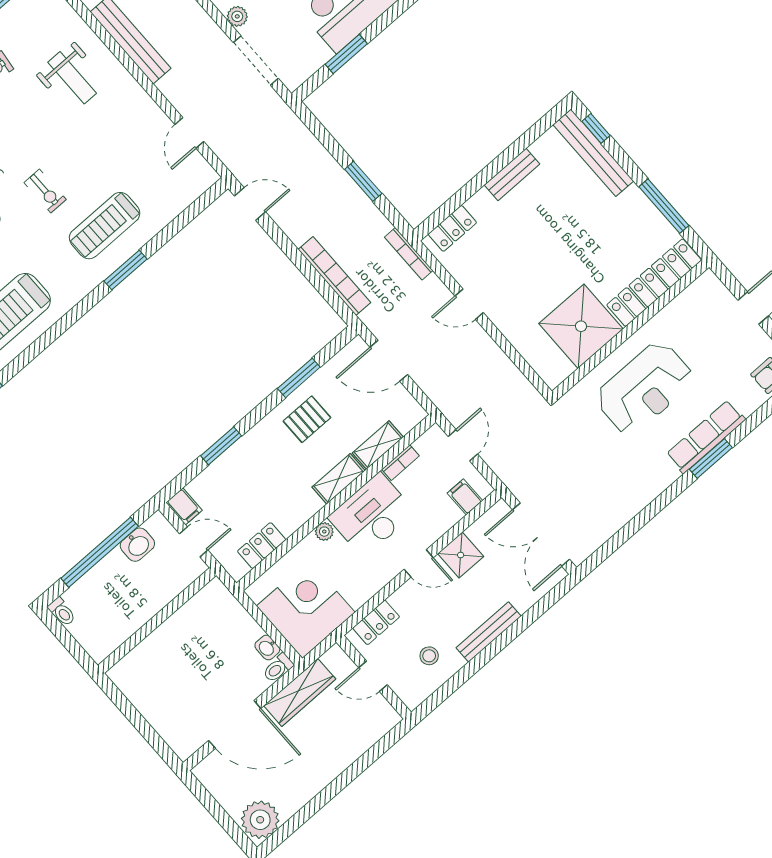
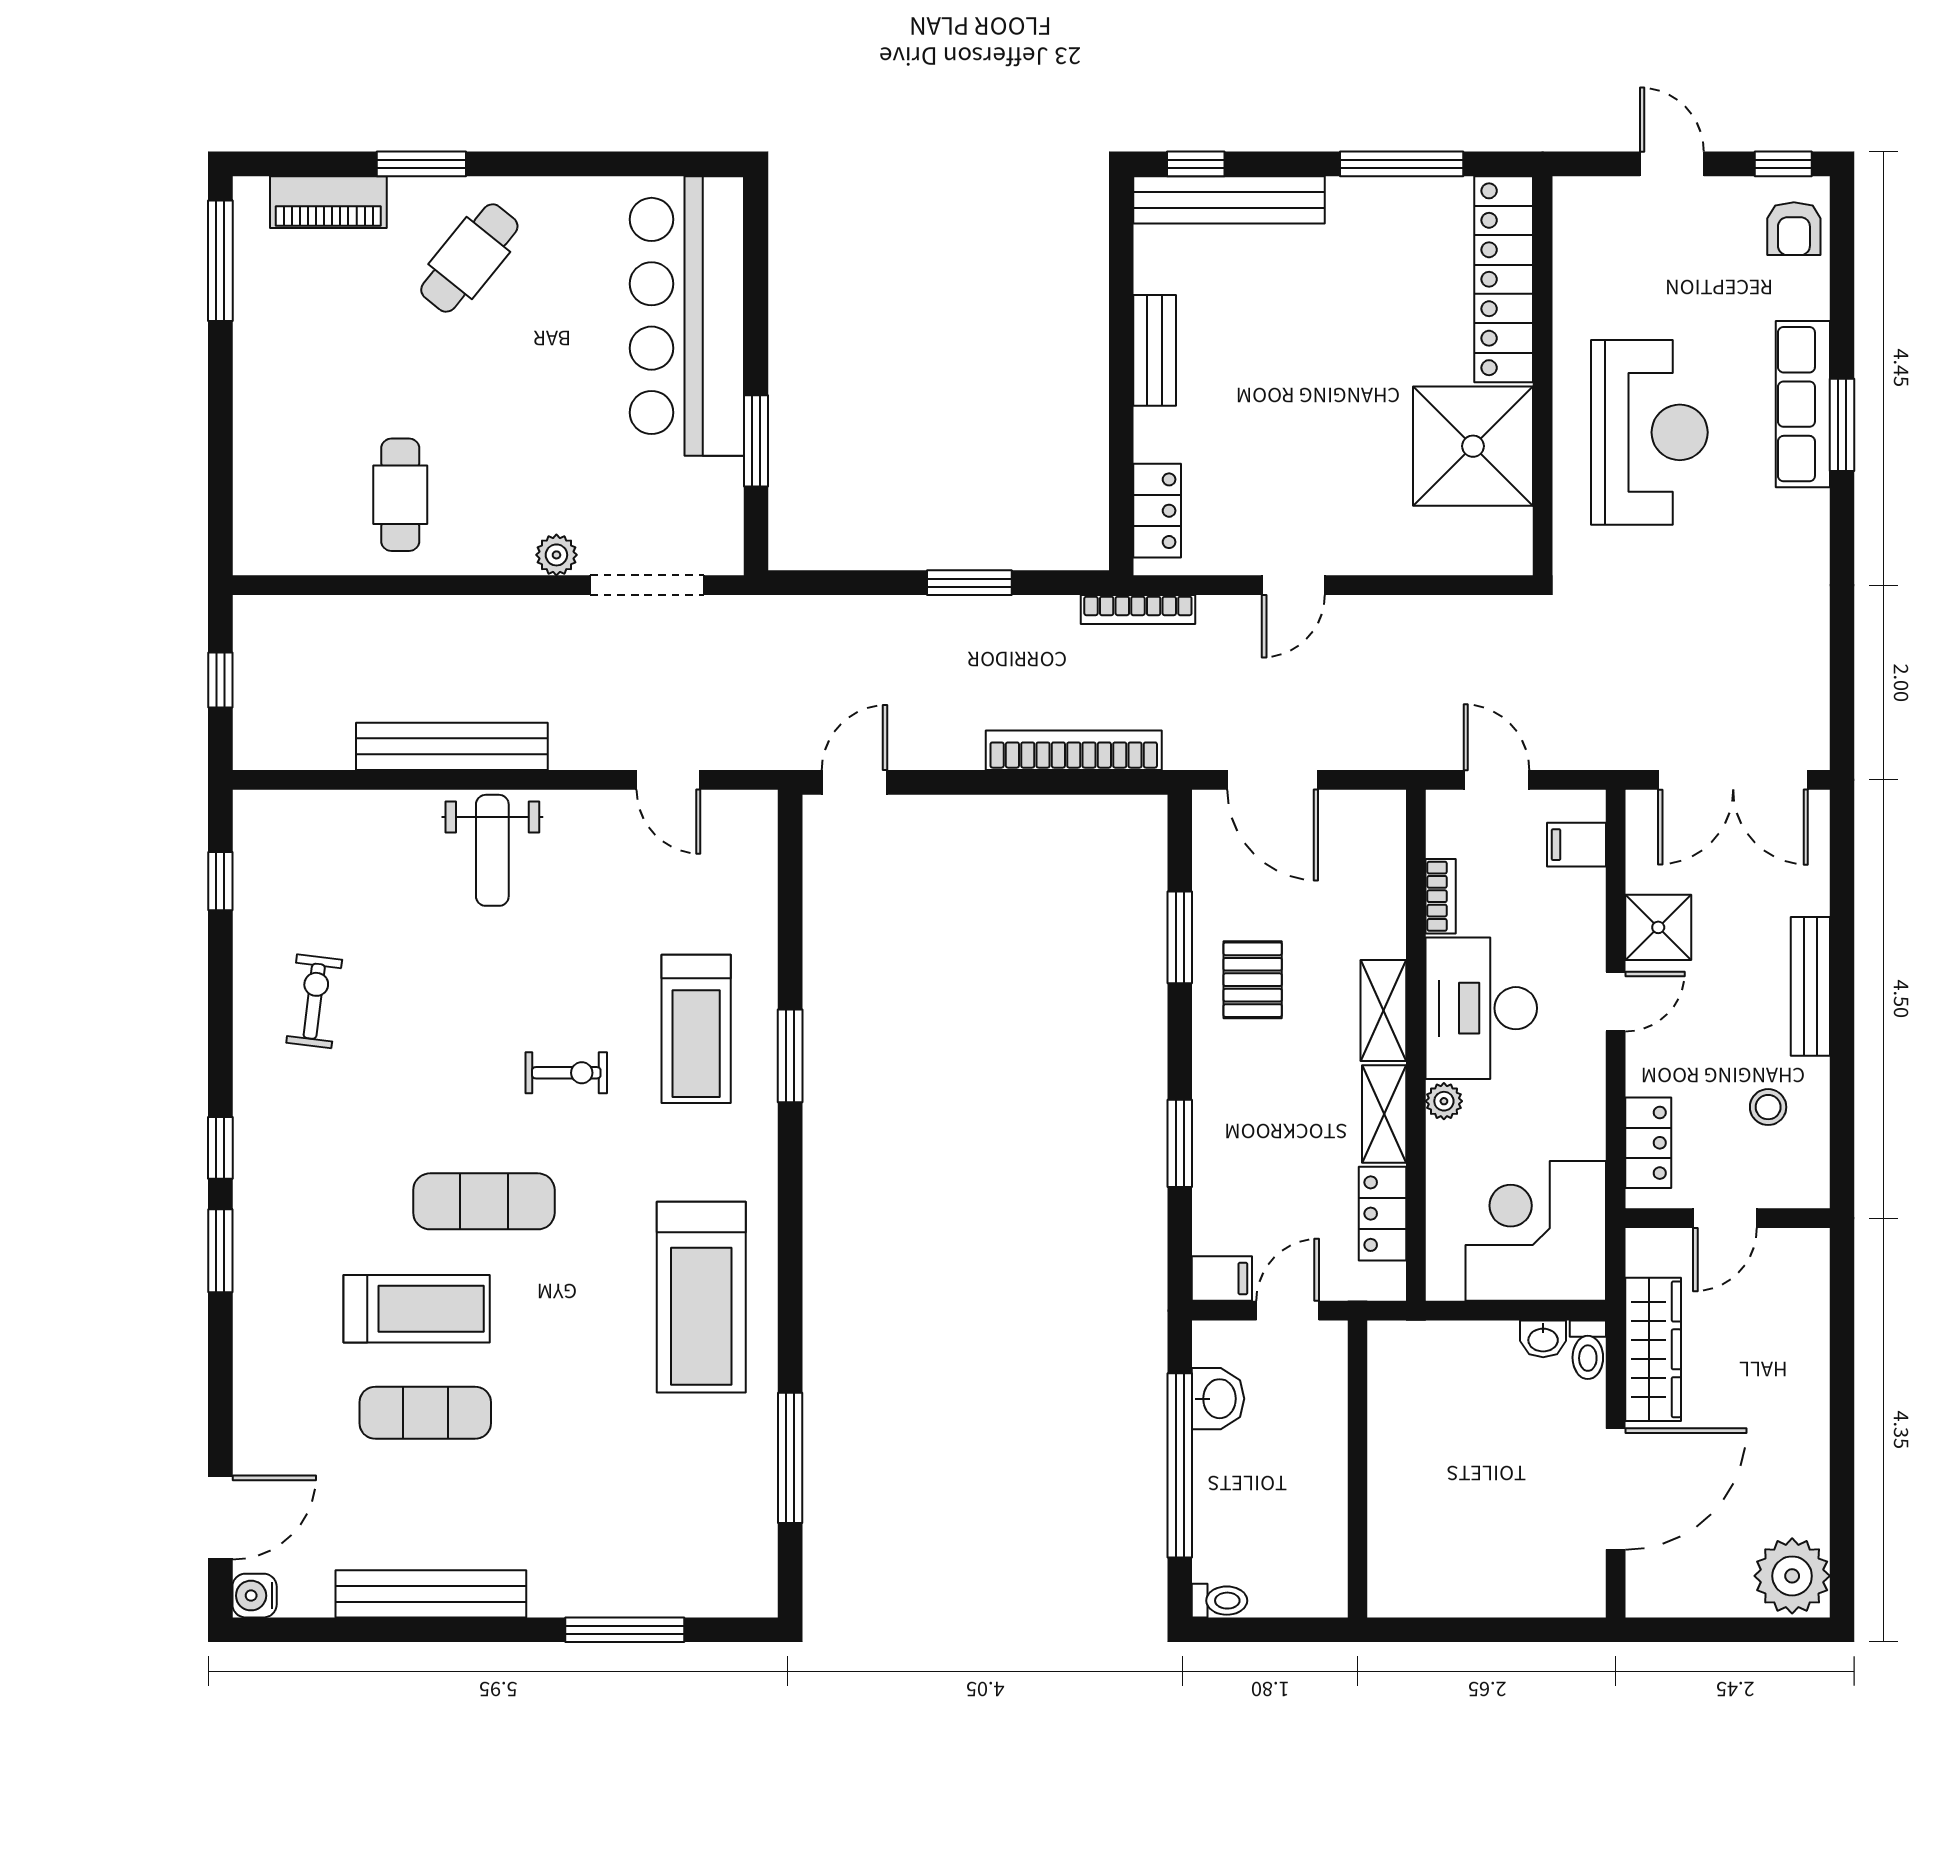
weight bench: (72, 78) -> (492, 850), moved, turned 90
door: (389, 361) -> (1273, 780), hinge flipped
shelving: (378, 445) -> (1384, 1114), moved

